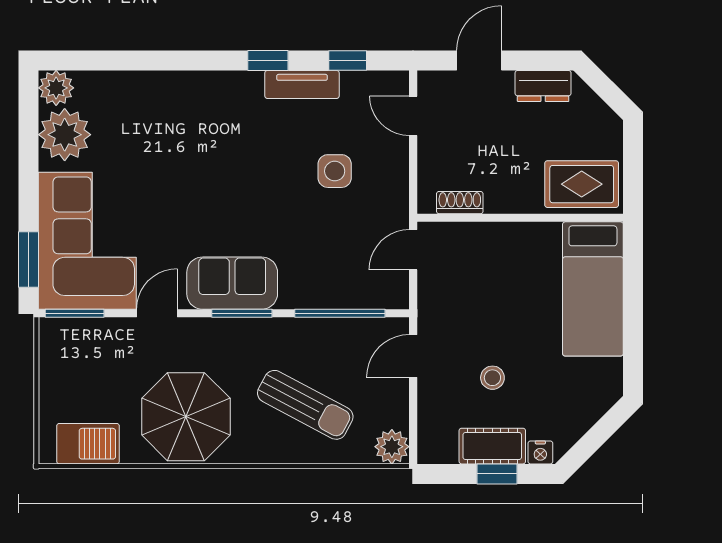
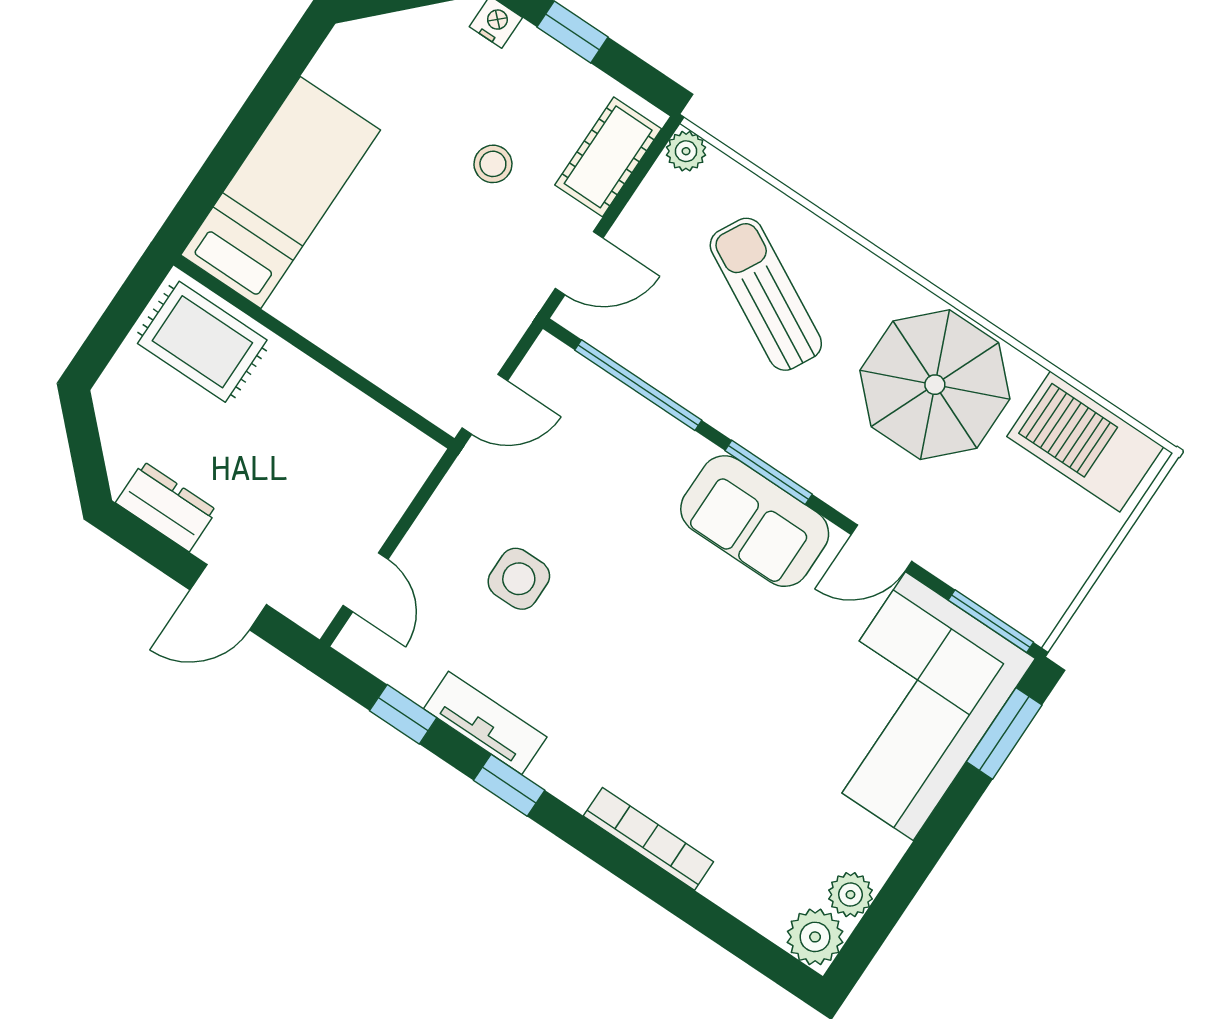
bookcase: (177, 81) -> (648, 839), added
plant: (65, 135) -> (850, 895), width x0.53, depth x0.53
shoe rack: (460, 203) -> (381, 426), removed
barbecue: (88, 444) -> (1085, 442), width x1.37, depth x1.21
cot: (492, 446) -> (608, 157), moved, turned 90
plant: (392, 447) -> (686, 151), width x0.73, depth x0.73

